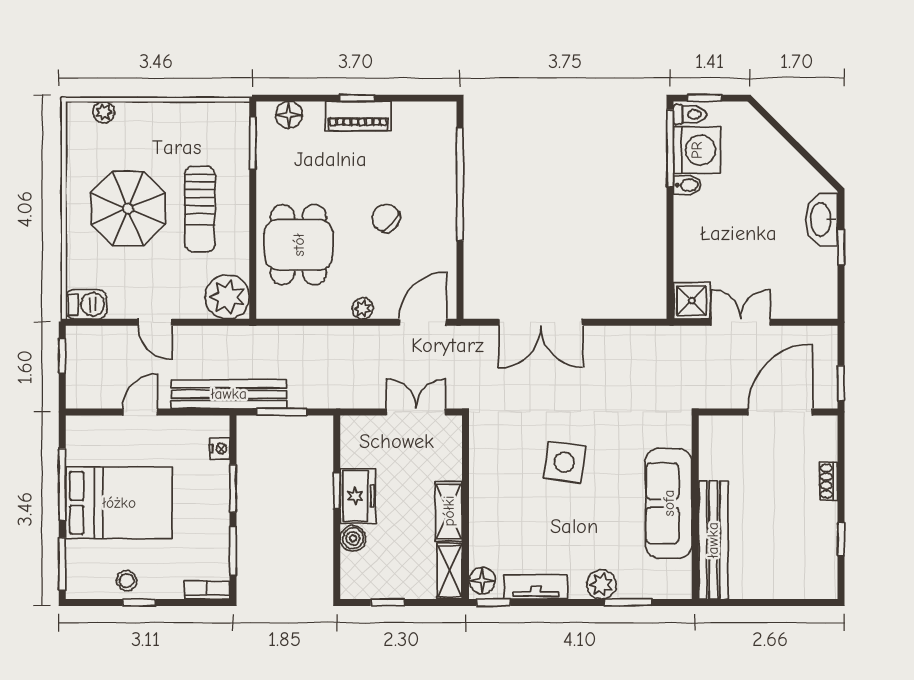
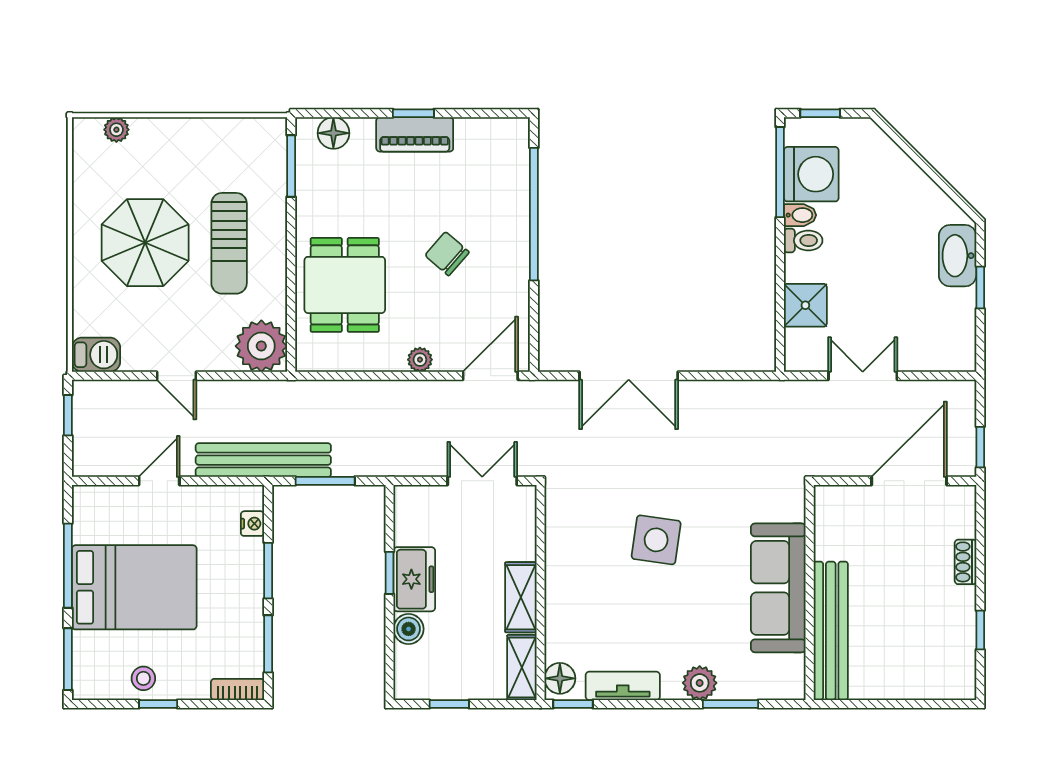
toilet: (690, 114) -> (803, 240), moved
shower: (692, 301) -> (805, 305), moved

